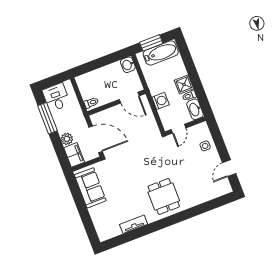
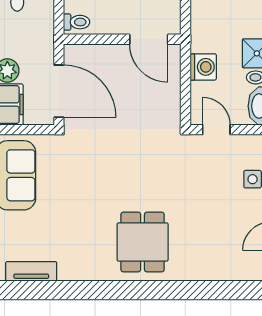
door: (178, 129) -> (216, 130), swing flipped
tv unit: (134, 224) -> (31, 271), moved

